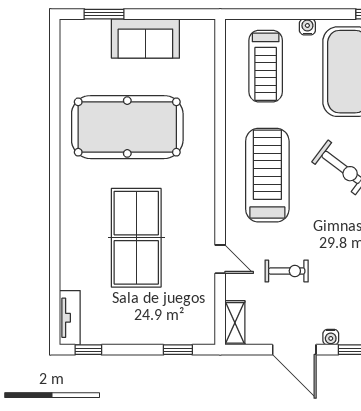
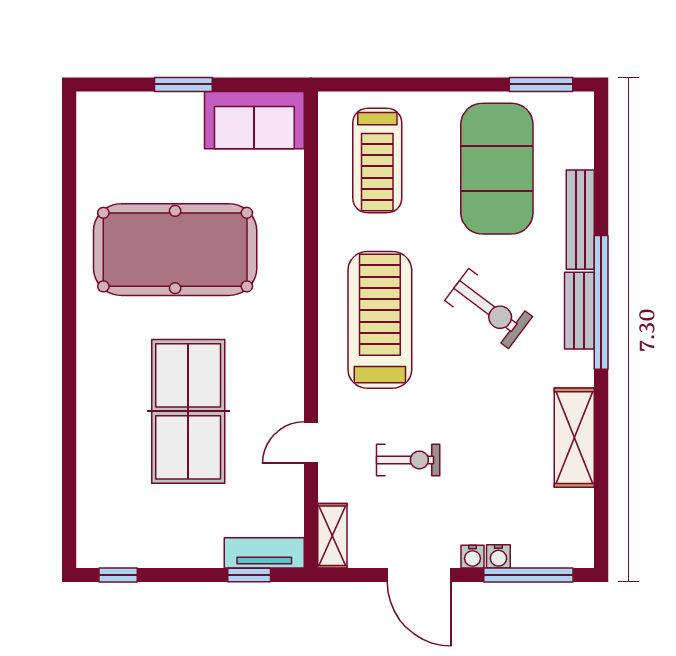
window: (104, 14) -> (183, 84), moved
water cooler: (307, 27) -> (498, 556), moved, turned 180
sofa: (145, 38) -> (254, 120), moved
door: (220, 259) -> (311, 443), swing flipped
tv unit: (70, 318) -> (264, 553), moved, turned -90

